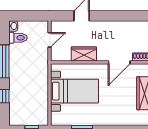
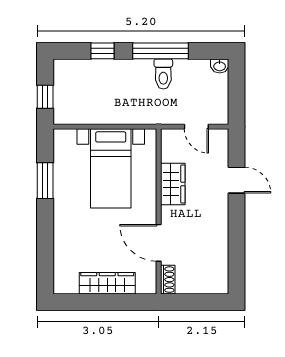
toilet: (18, 38) -> (163, 74), moved

